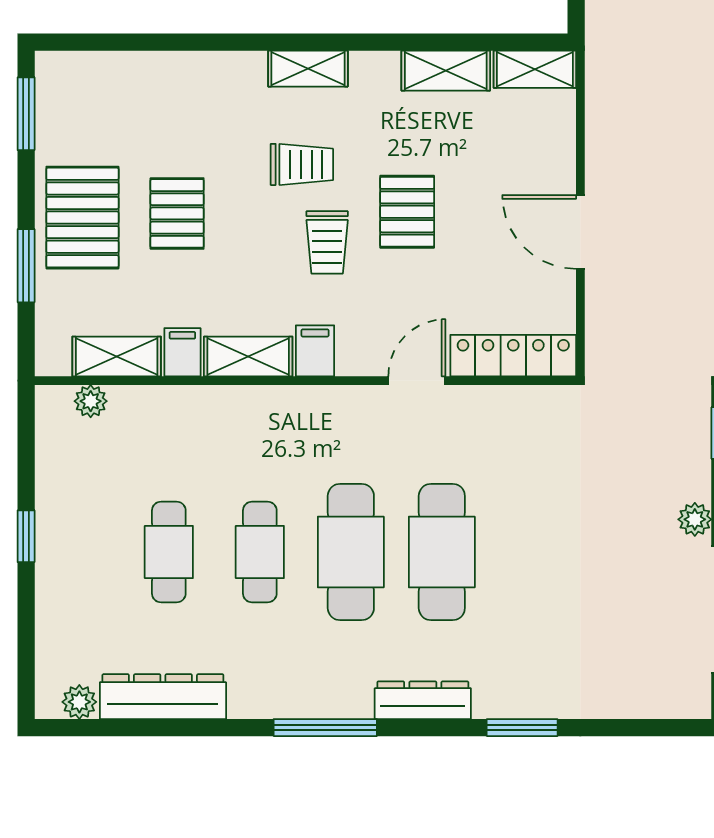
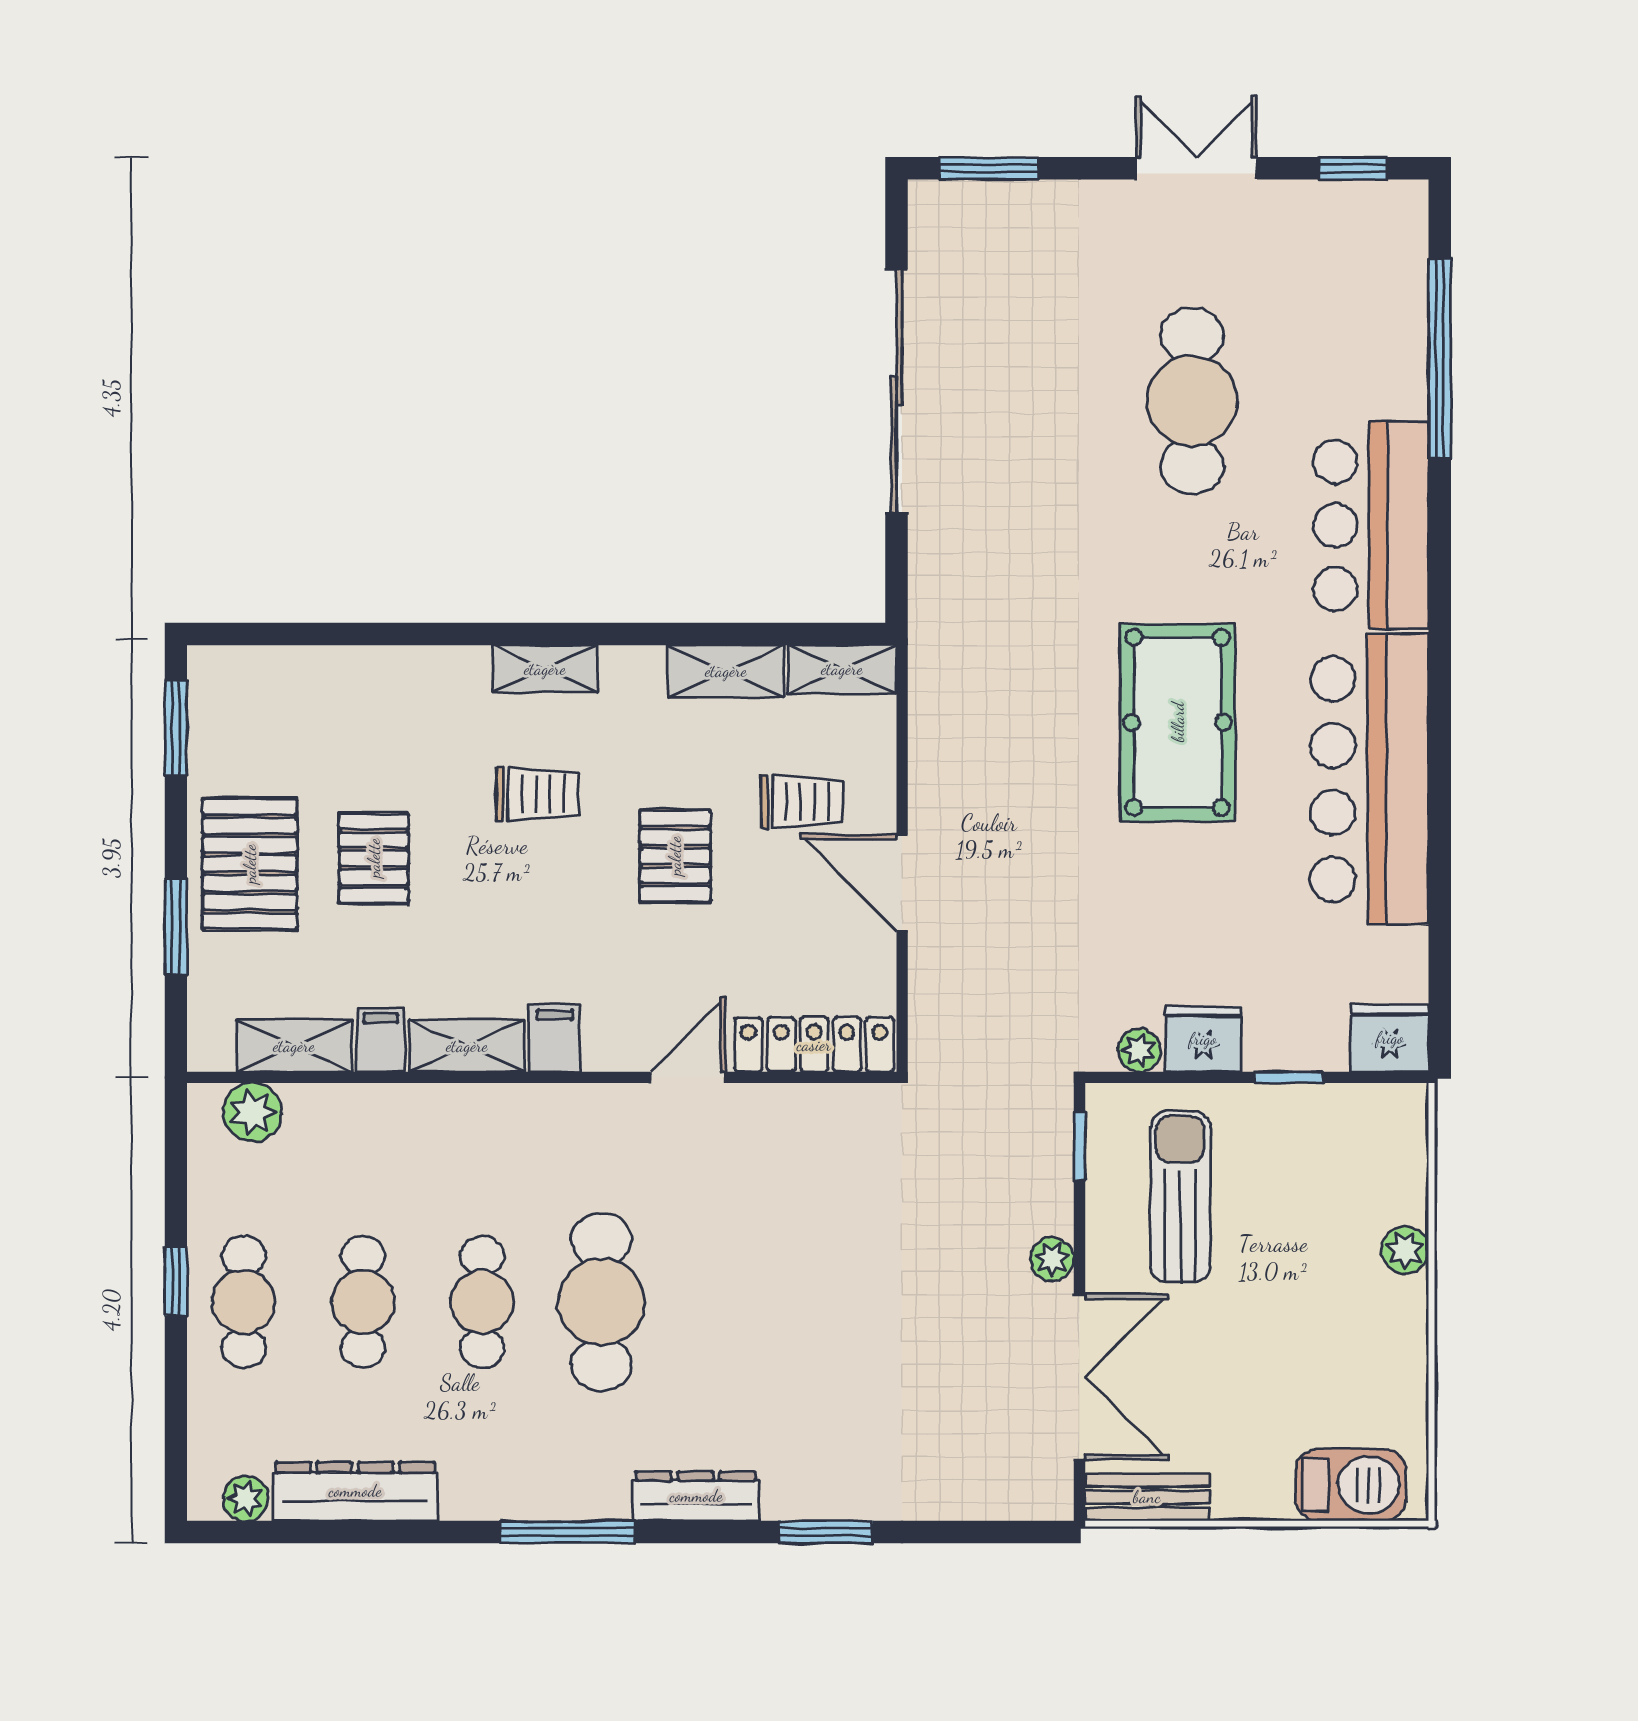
trolley: (327, 242) -> (802, 802), moved, turned -90
plant: (91, 401) -> (252, 1112), width x1.38, depth x1.38
cafe table: (442, 552) -> (244, 1302), moved, width x0.73, depth x0.74

